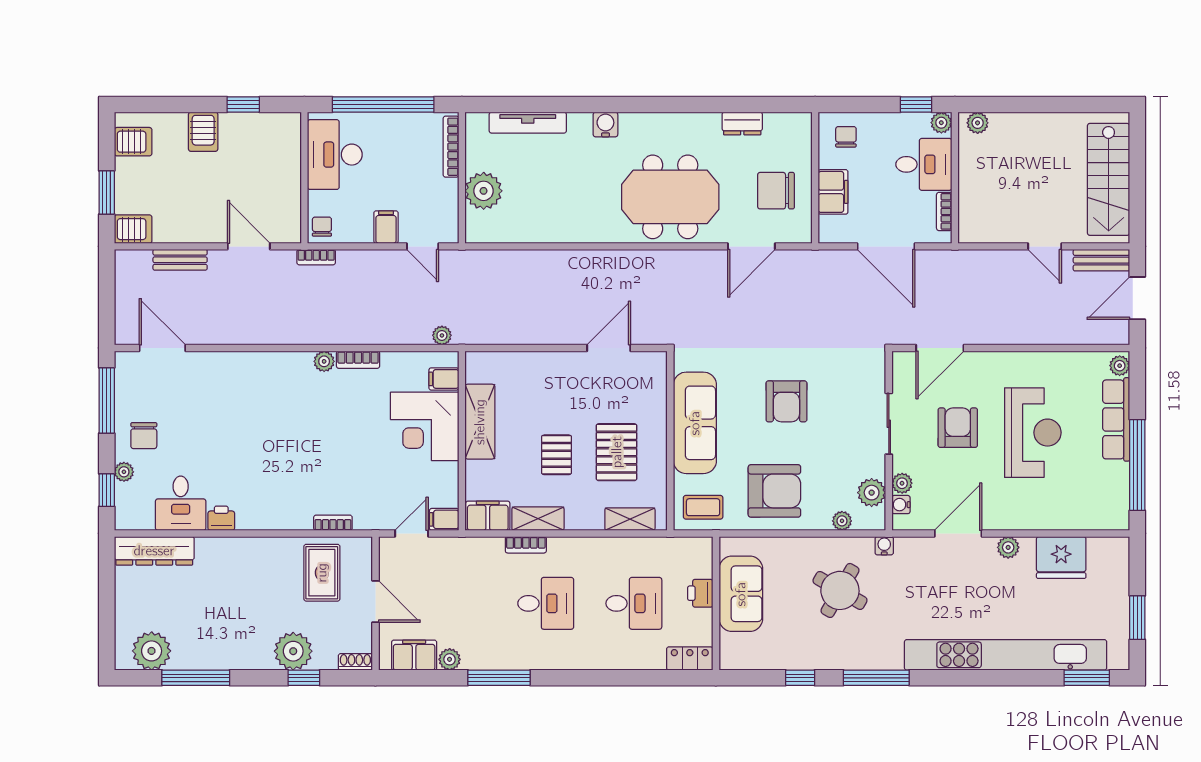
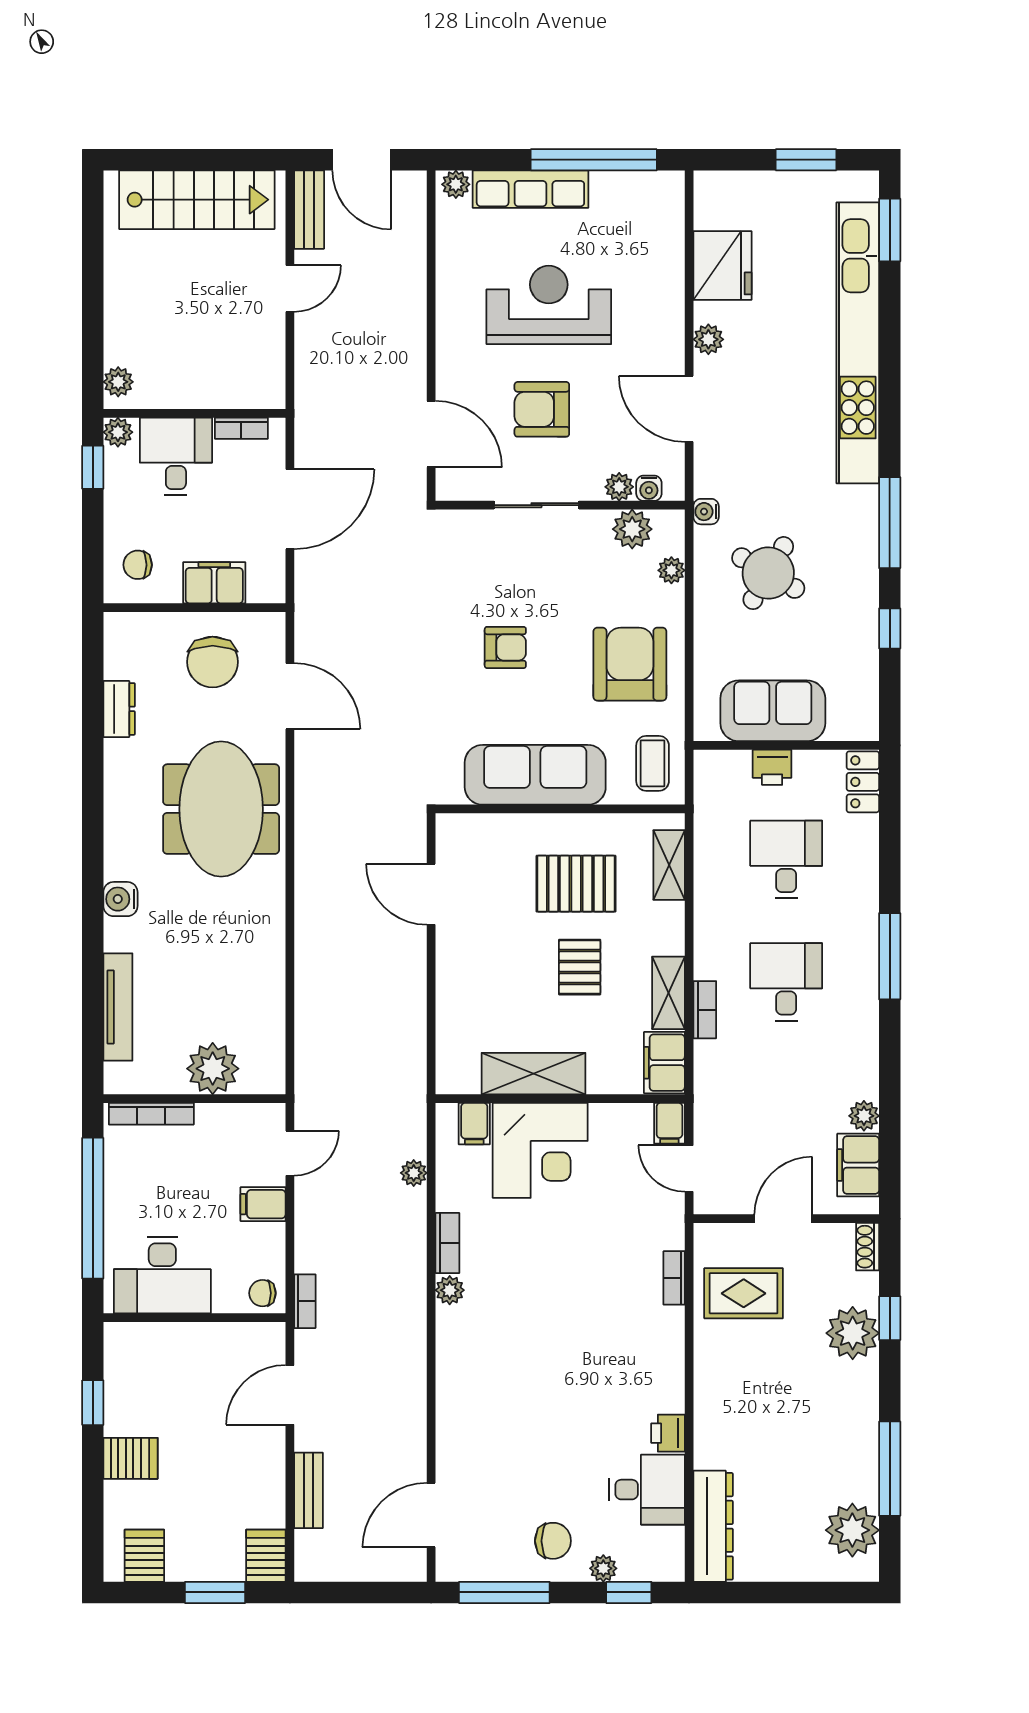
plant: (442, 335) -> (414, 1173), moved
armchair: (786, 401) -> (505, 647), width x0.72, depth x0.72
pallet: (557, 455) -> (580, 967), turned 90
window: (499, 678) -> (890, 956), moved

